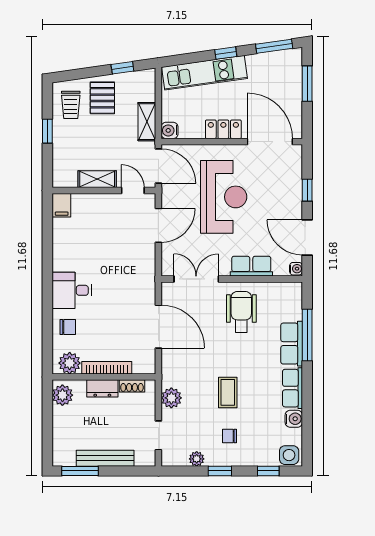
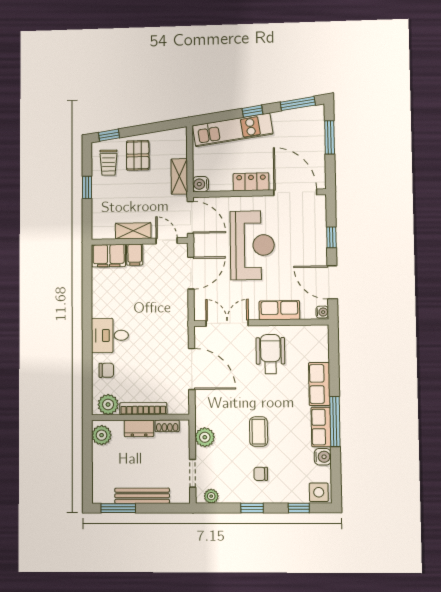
window: (122, 68) -> (109, 135), moved
filing cabinet: (62, 205) -> (109, 256), width x2.00
filing cabinet: (99, 205) -> (135, 255), added
window: (307, 335) -> (335, 421), moved
plant: (197, 459) -> (211, 496), moved

